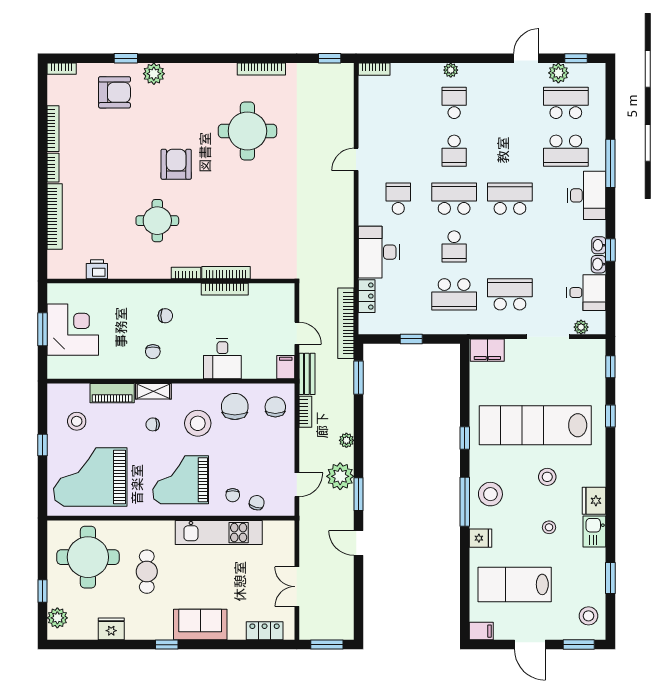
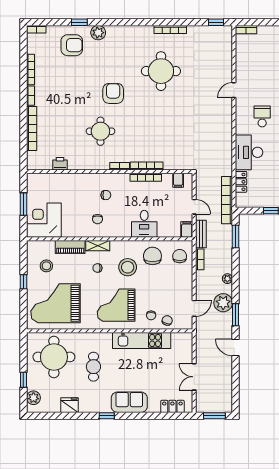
filing cabinet: (273, 294) -> (178, 180), added
corner desk: (73, 330) -> (44, 220), moved, turned -90

